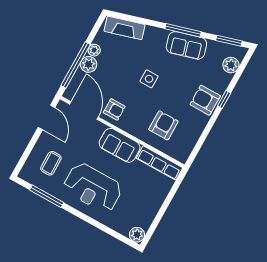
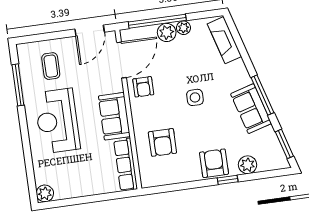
plant: (231, 65) -> (248, 165), moved
armchair: (163, 125) -> (162, 142), turned 90
coffee table: (51, 163) -> (51, 66), turned 90

